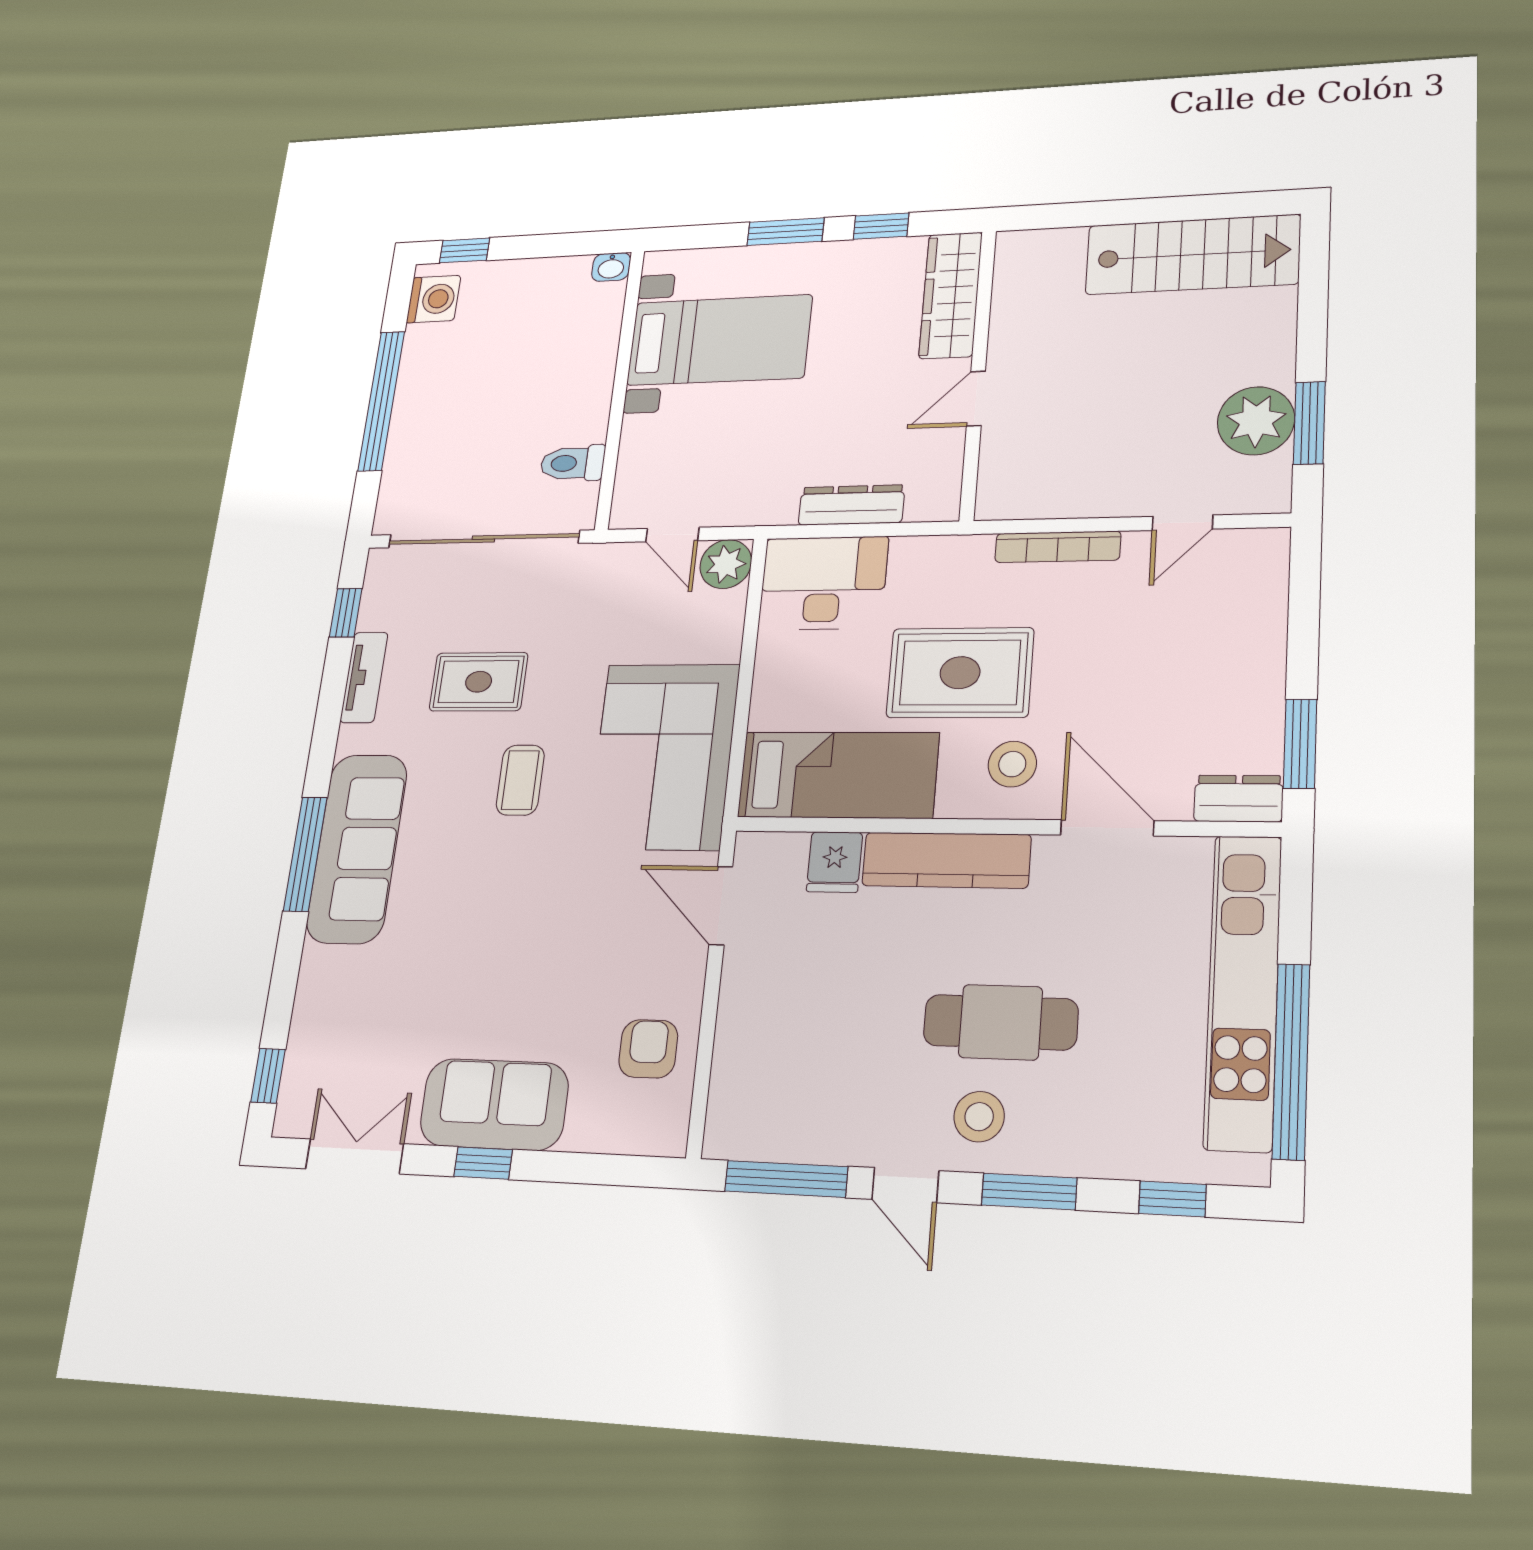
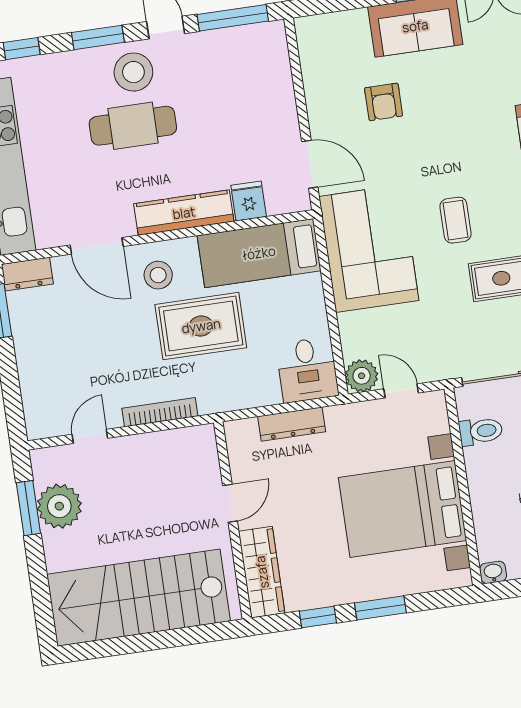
stairs: (1192, 255) -> (139, 598), width x1.36, depth x1.51
bed with nightstands: (719, 340) -> (403, 509), width x1.36
desk: (823, 583) -> (307, 370), width x0.73
armchair: (648, 1049) -> (384, 102), moved
stool: (979, 1117) -> (133, 72), width x1.38, depth x1.38

